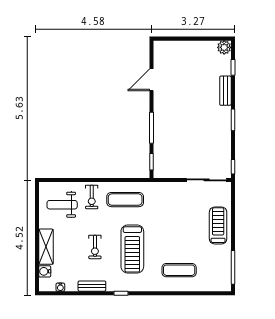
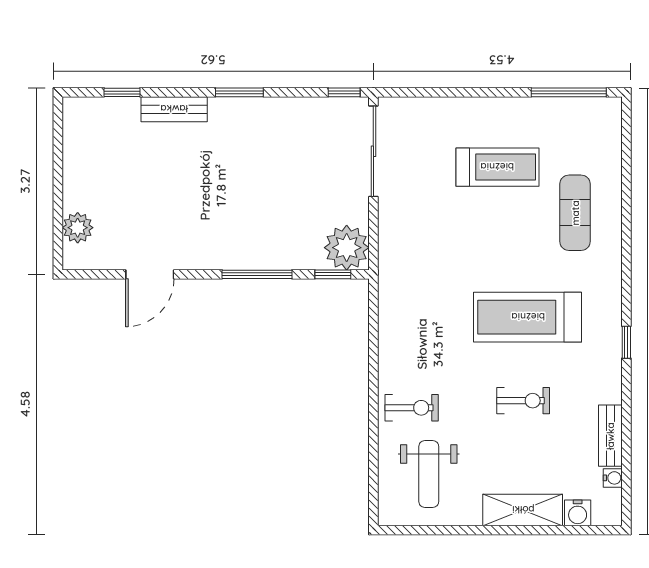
plant: (224, 47) -> (78, 228), moved
door: (152, 80) -> (150, 274), hinge flipped
plant: (164, 168) -> (347, 248), added
exercise mat: (125, 200) -> (417, 333), removed
treadmill: (218, 226) -> (497, 167), moved, turned 180
treadmill: (132, 249) -> (528, 317), turned 180
bench: (92, 286) -> (610, 436), moved

